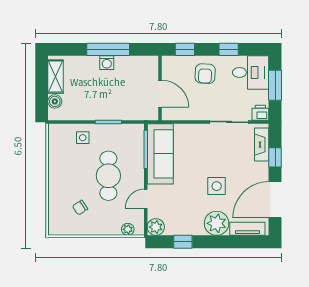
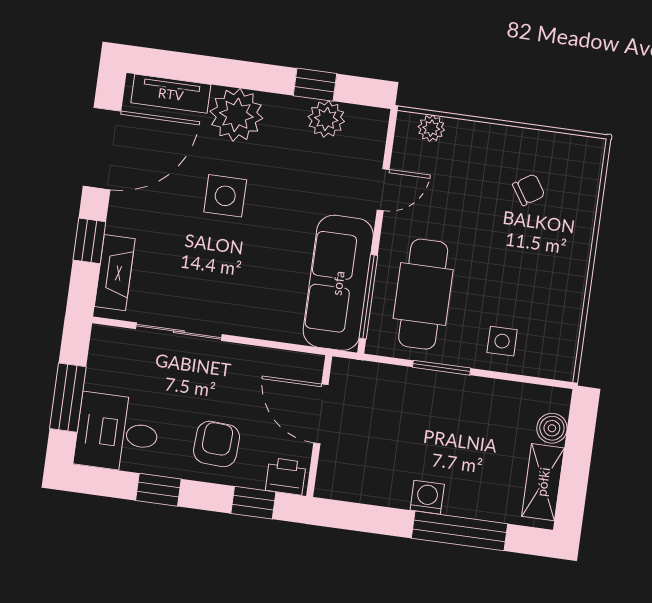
window: (108, 49) -> (459, 531), moved
printer: (260, 113) -> (286, 476), moved, turned 180
cafe table: (108, 176) -> (423, 294), moved
plant: (156, 227) -> (326, 119), moved

